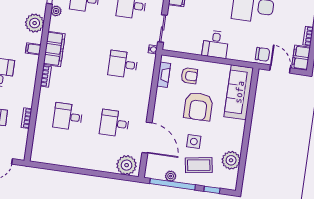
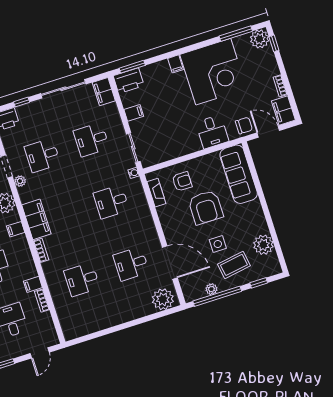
desk: (215, 44) -> (212, 132), moved
filing cabinet: (25, 101) -> (33, 284), added

